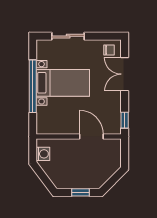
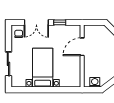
window: (33, 86) -> (45, 90), removed
window: (125, 120) -> (60, 22), moved

